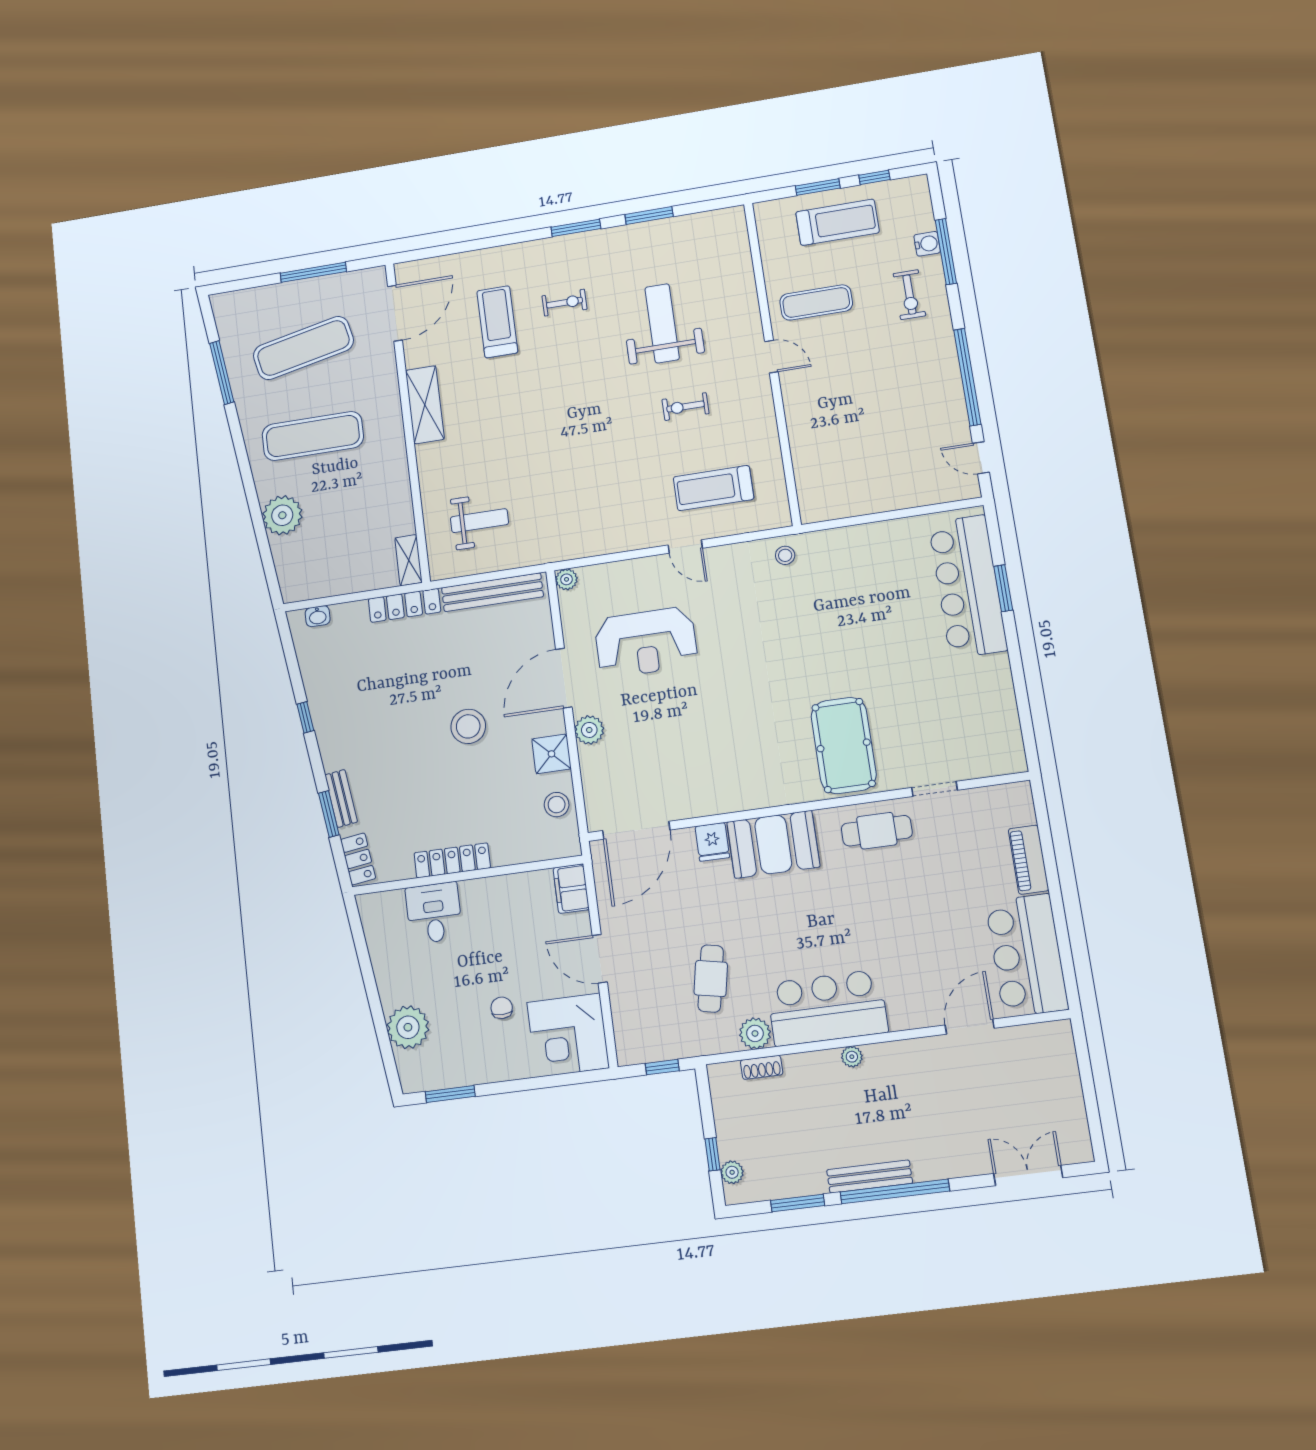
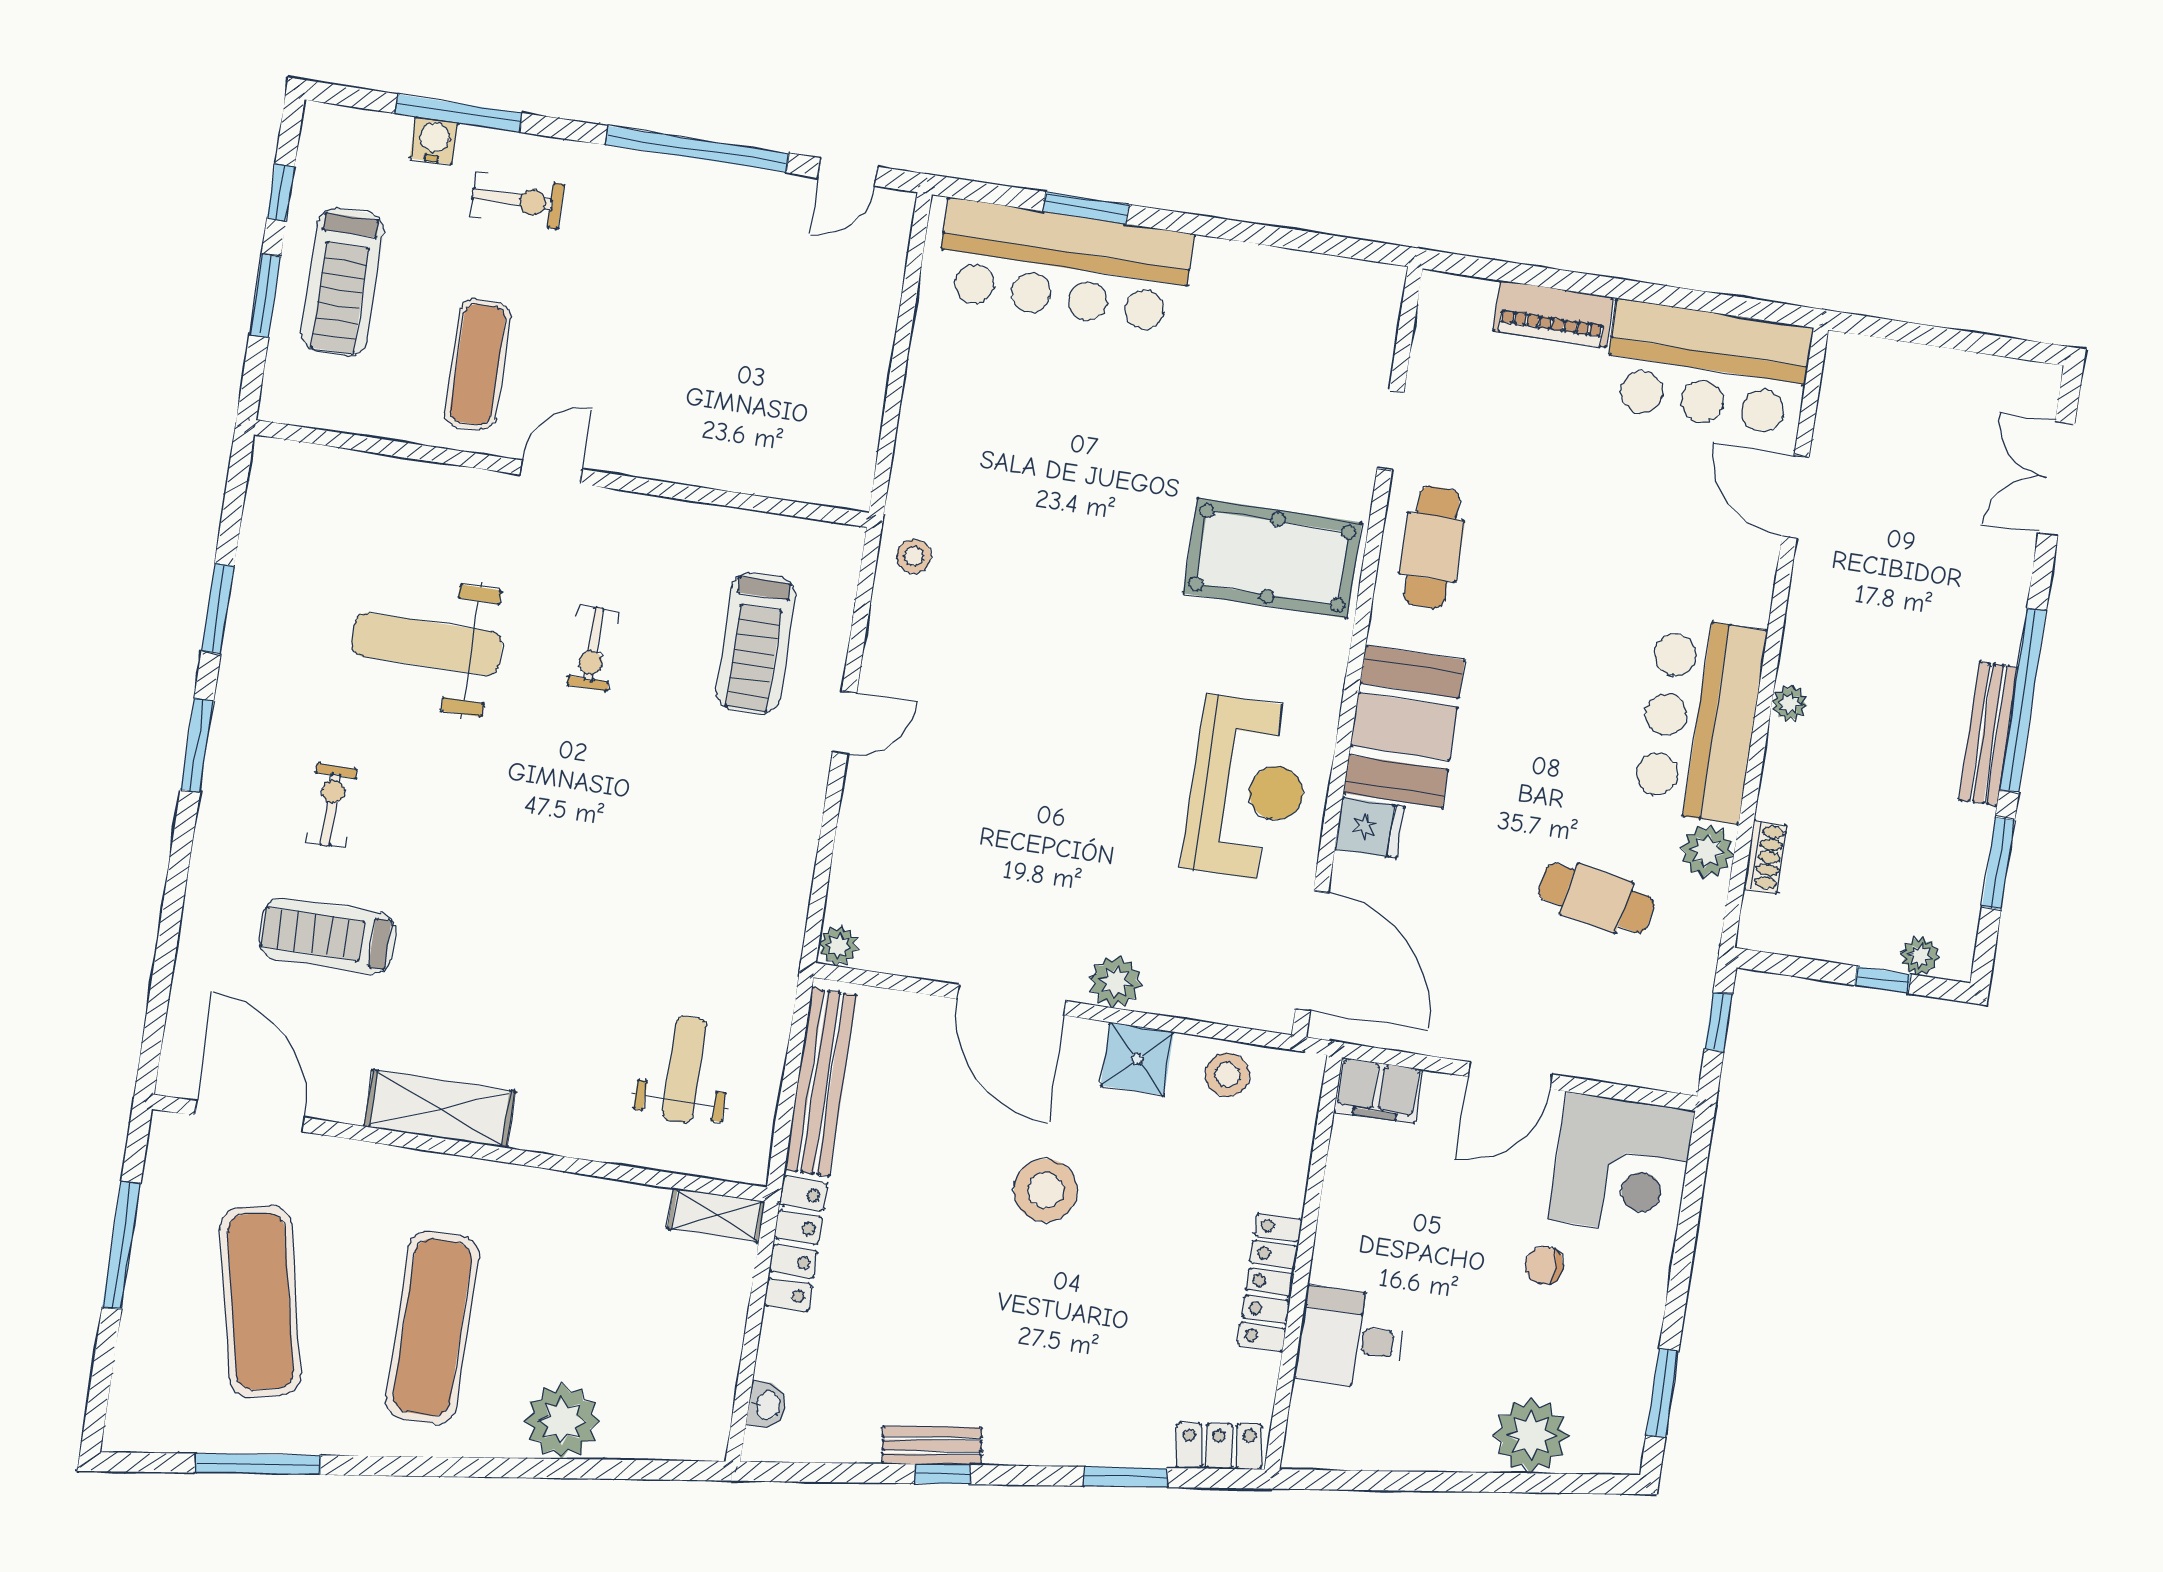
treadmill: (837, 222) -> (342, 282), turned 180
reception desk: (646, 642) -> (1248, 789), moved
bench: (341, 798) -> (932, 1446), moved

